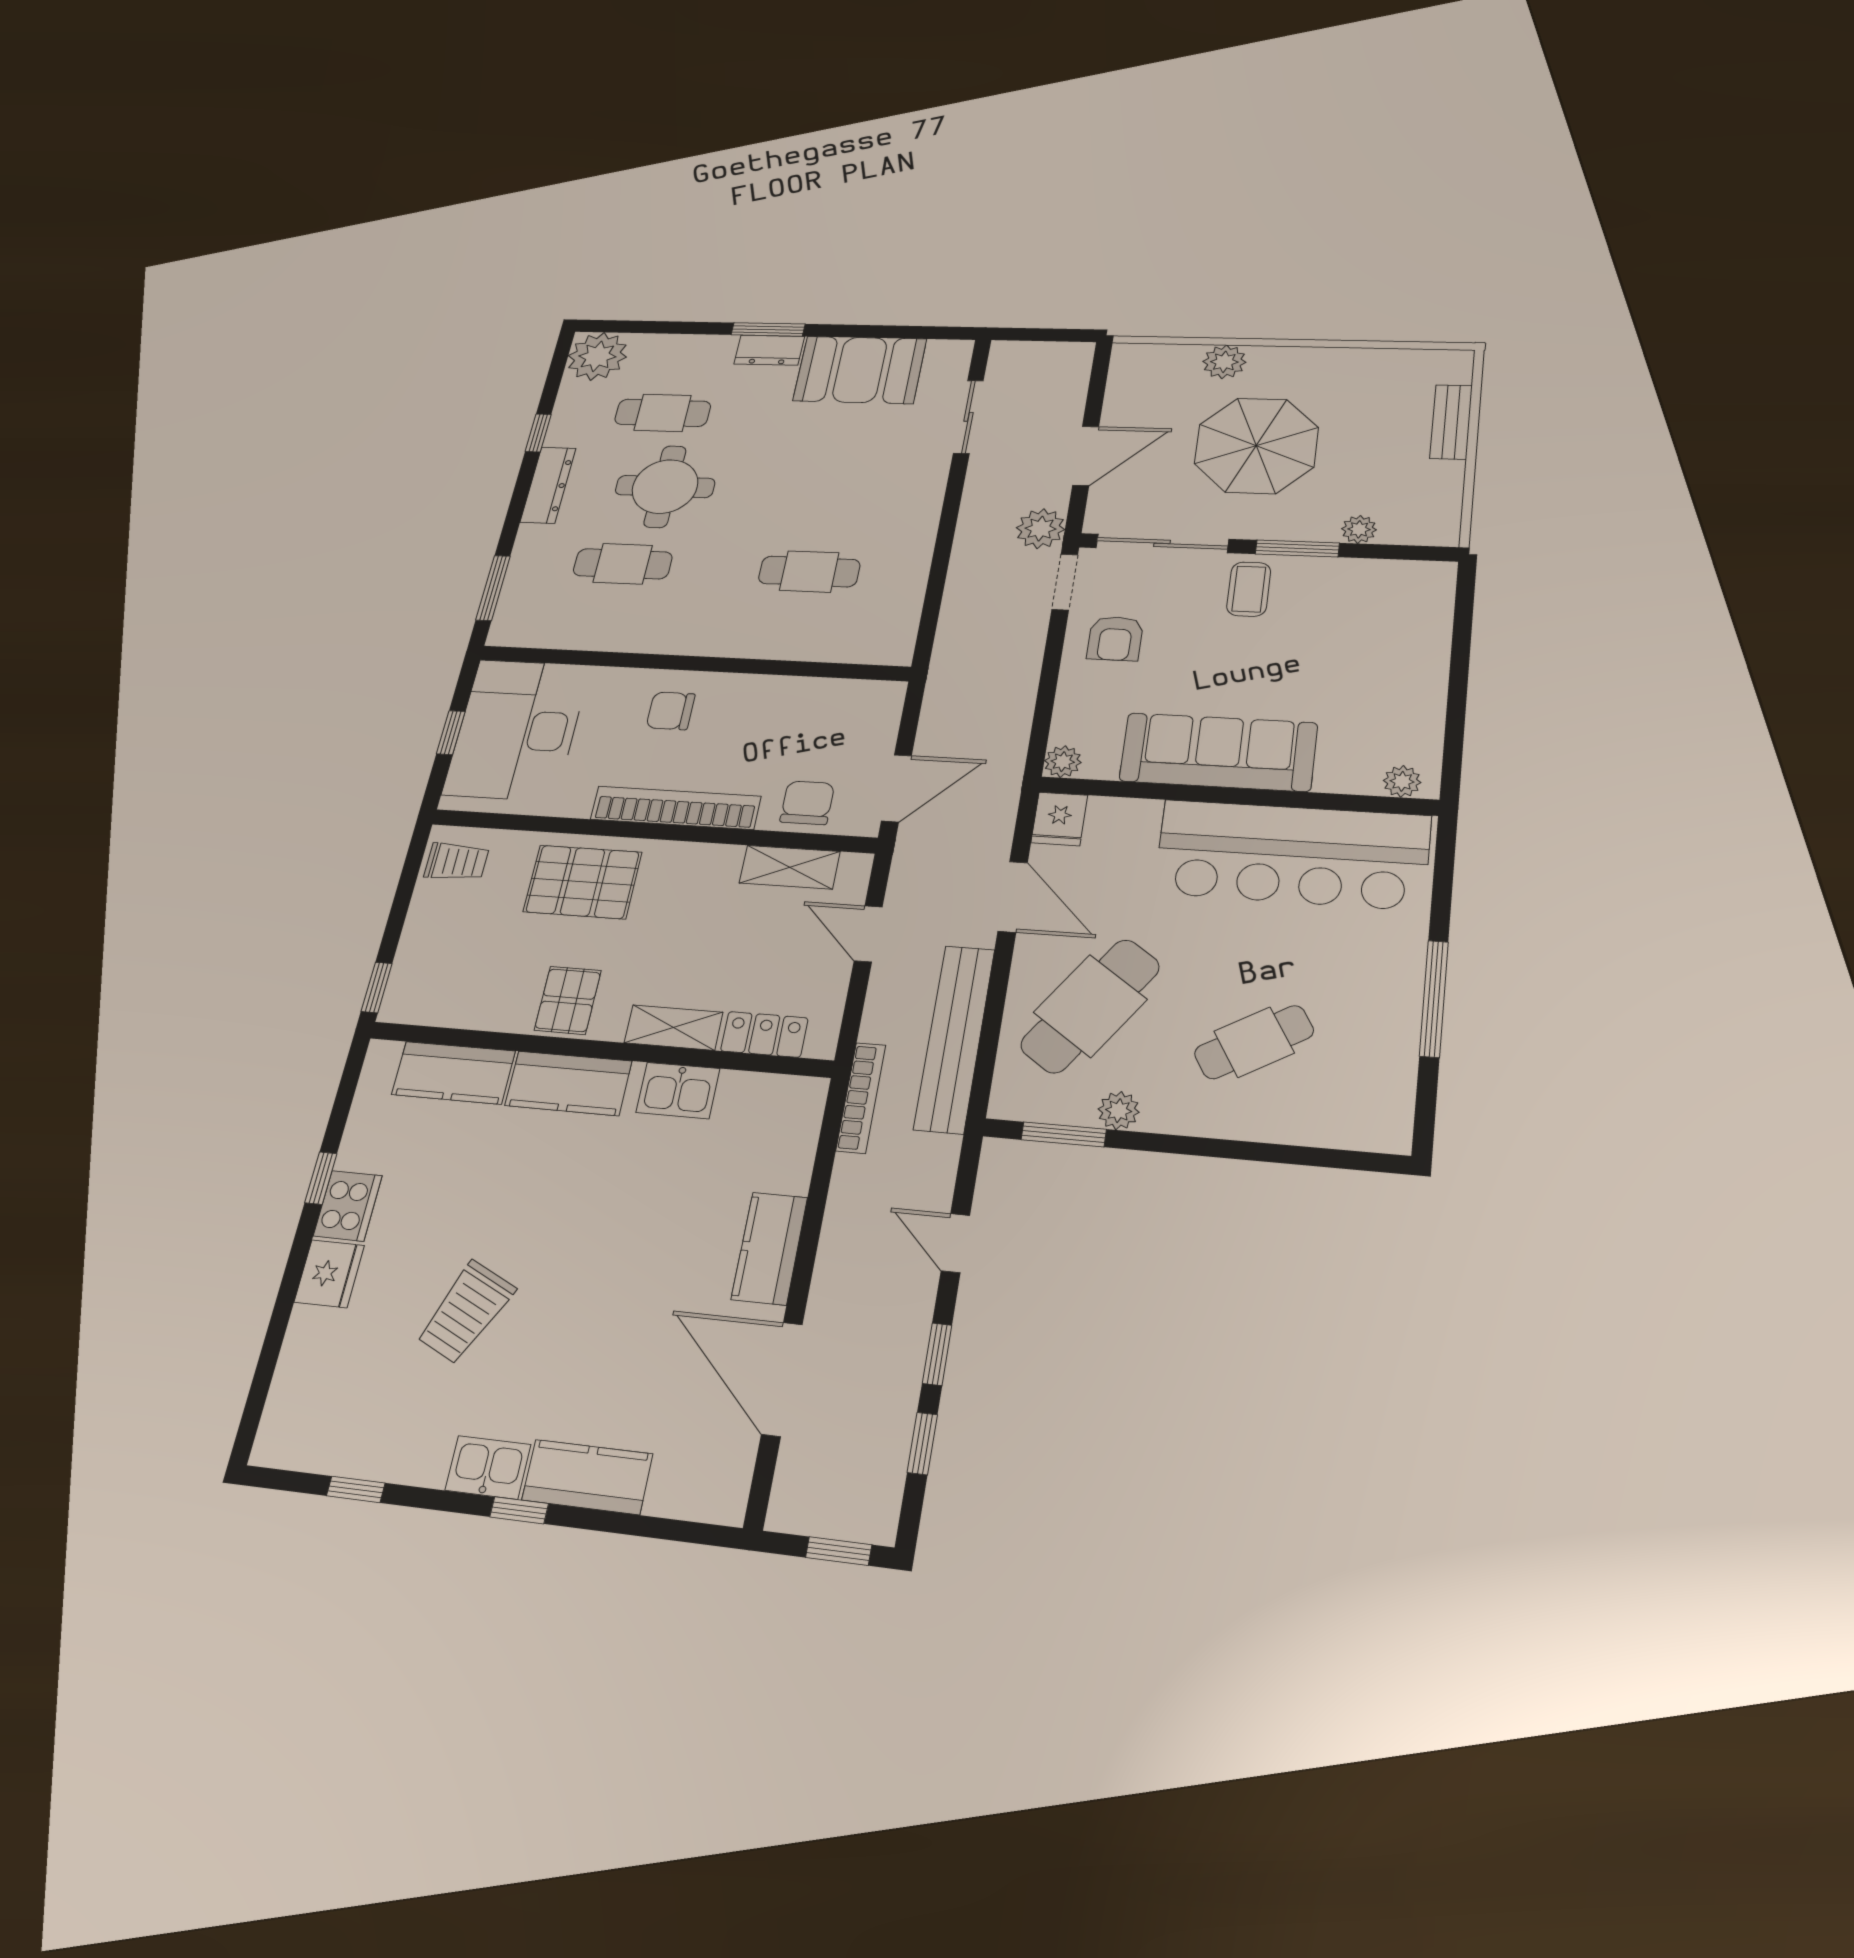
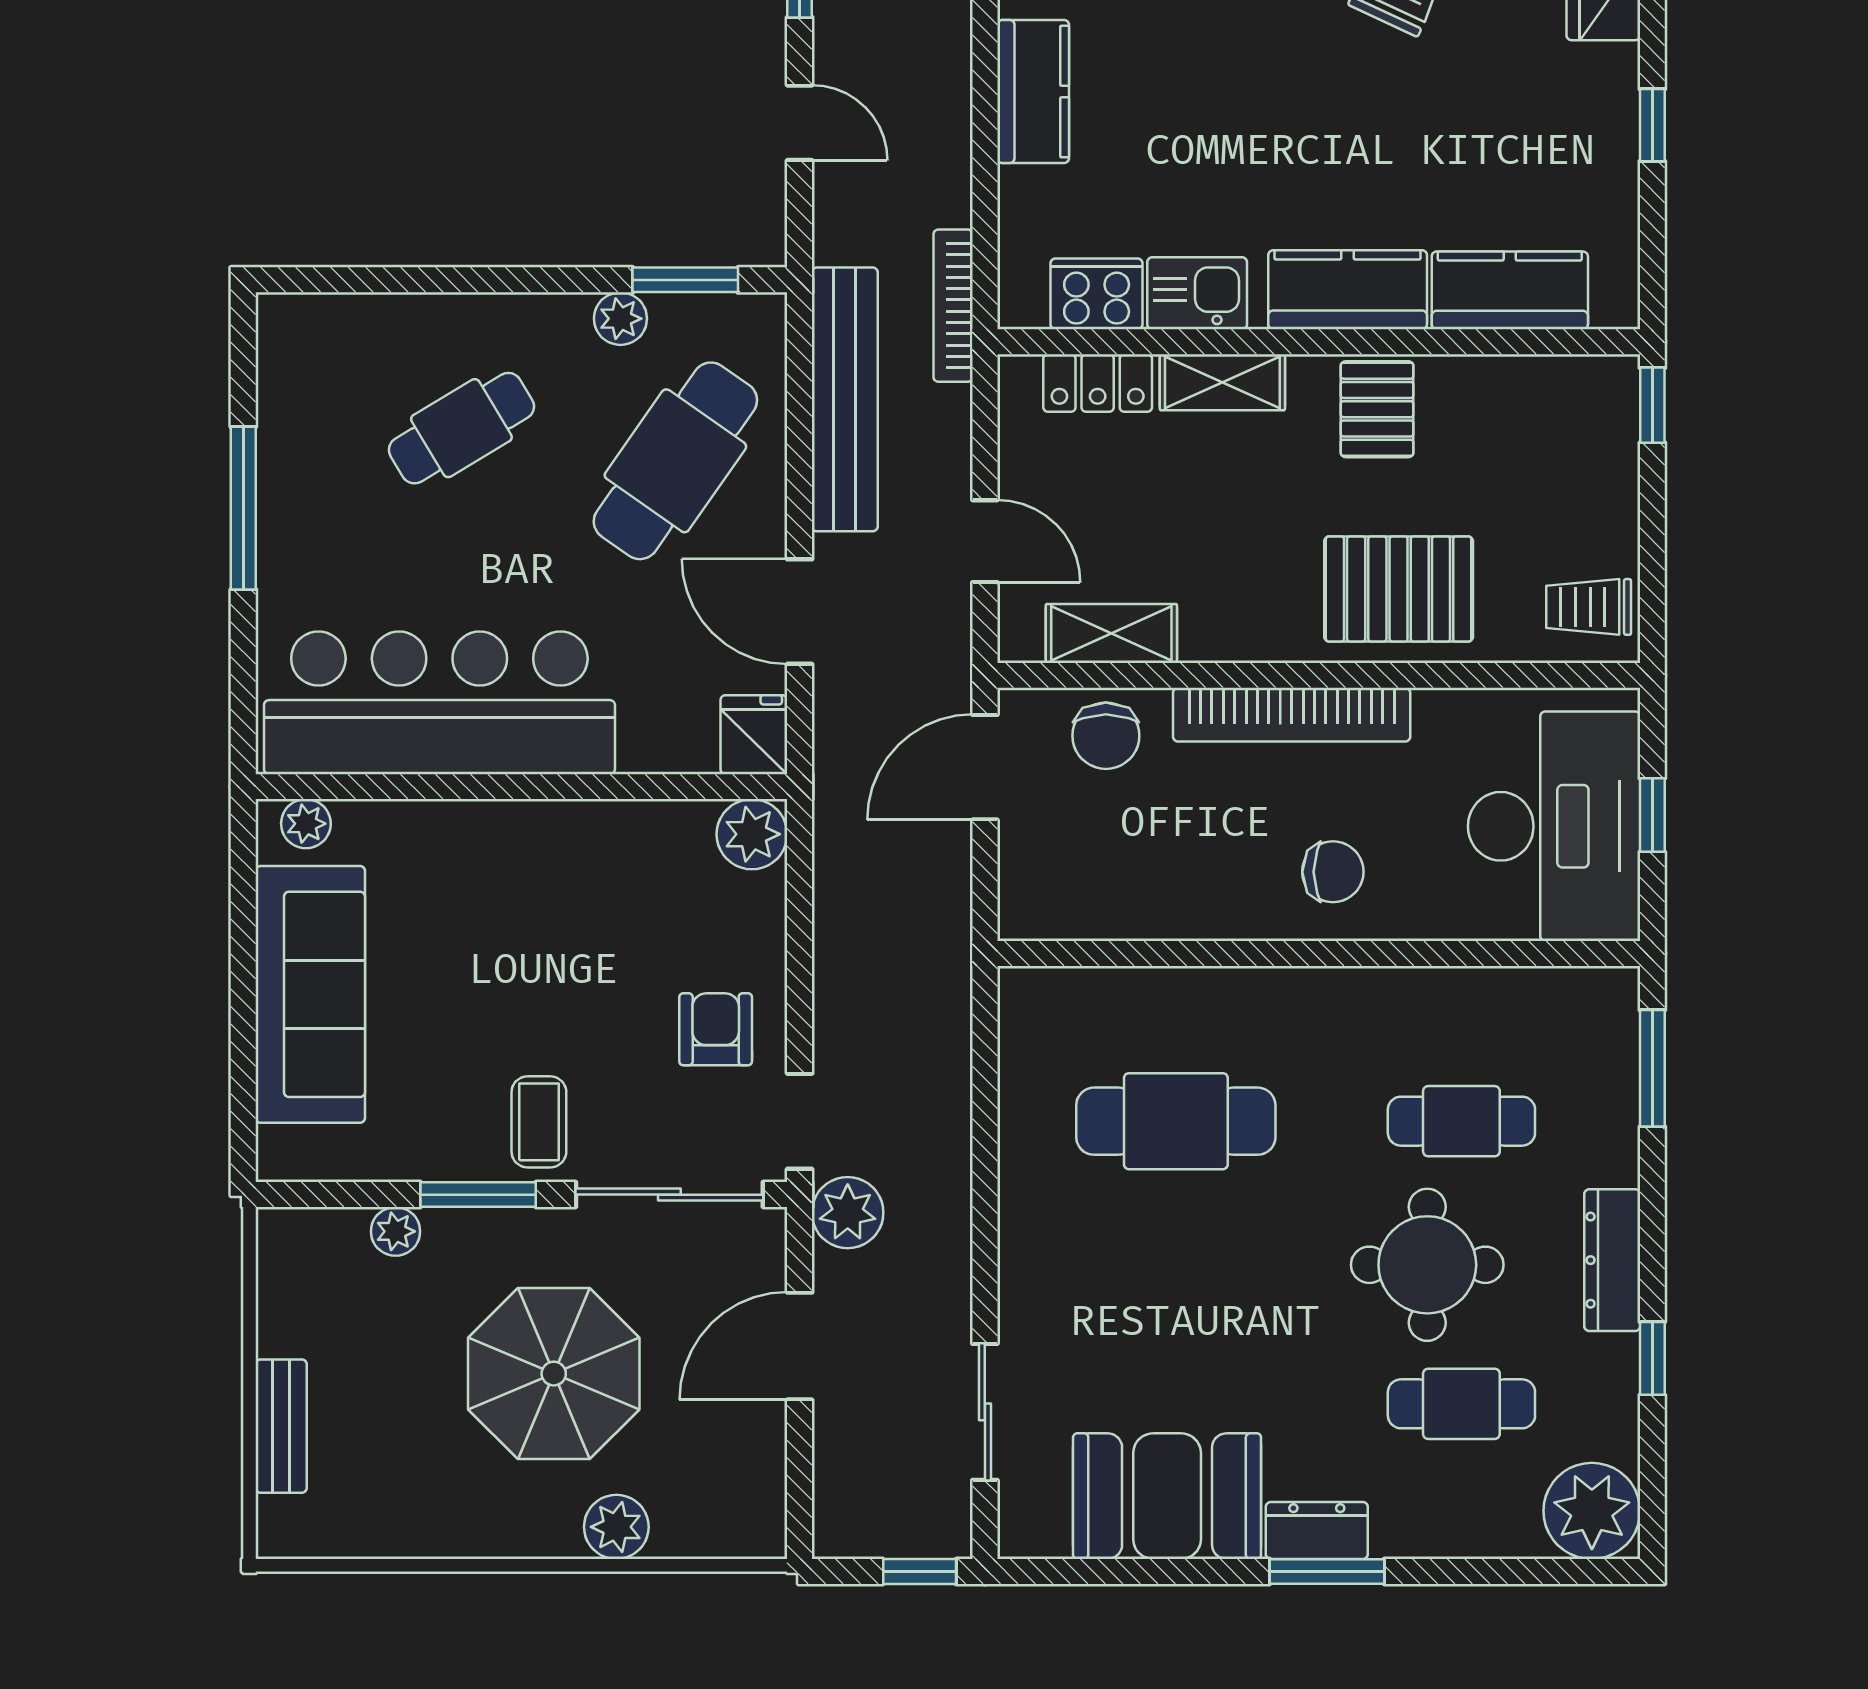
window: (1027, 335) -> (920, 1571), added
cafe table: (809, 572) -> (1176, 1121), width x1.37, depth x1.35
sofa: (1218, 752) -> (310, 994), moved, turned -90
plant: (1063, 762) -> (752, 834), width x1.38, depth x1.38
cooker: (348, 1206) -> (1097, 294), moved, turned 90

